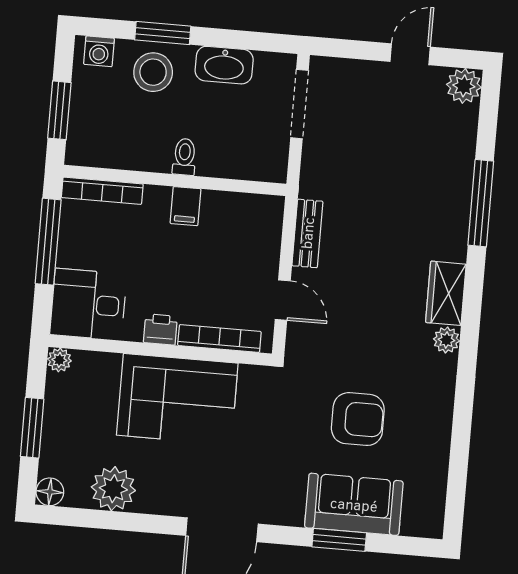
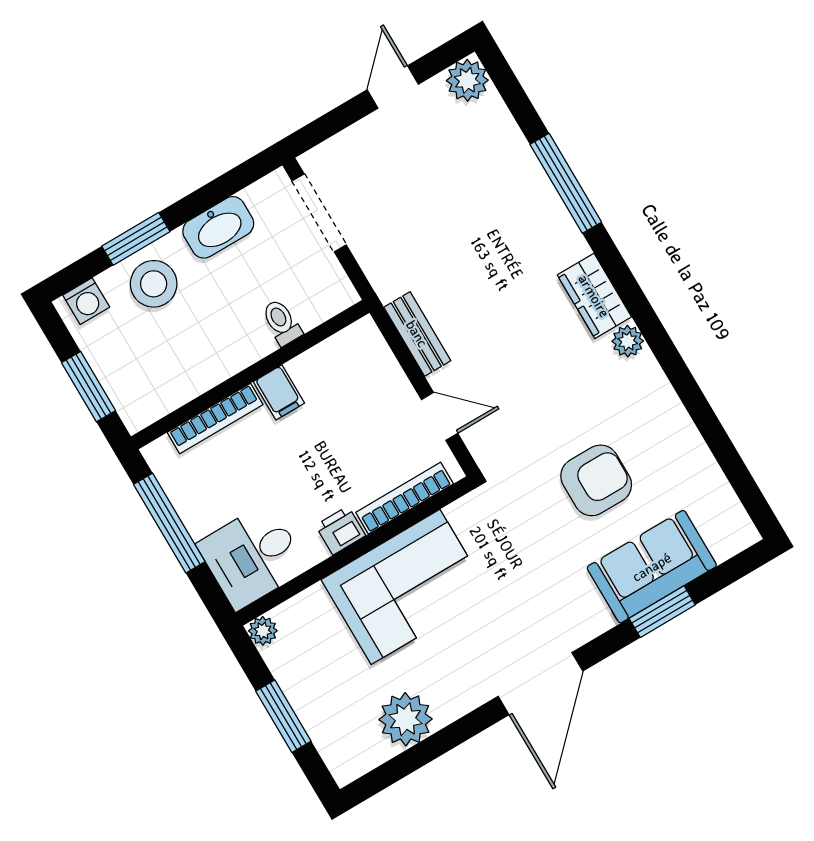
toilet: (184, 157) -> (282, 322), moved
bookcase: (102, 191) -> (215, 418), moved
floor lamp: (50, 492) -> (346, 767), removed

